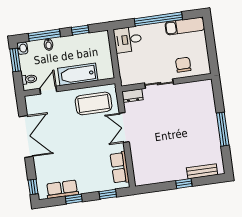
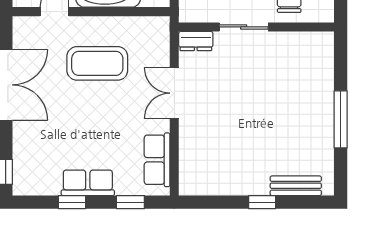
coffee table: (94, 103) -> (97, 63), moved
row of seats: (62, 189) -> (88, 183), moved

